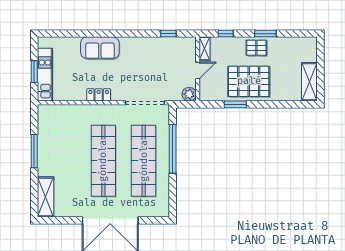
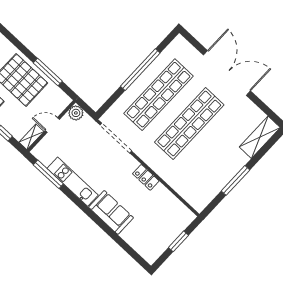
window: (168, 34) -> (48, 174), width x2.17
kitchen unit: (45, 75) -> (73, 182), moved, turned 90
window: (235, 104) -> (48, 72), width x1.44
window: (173, 149) -> (140, 70), moved

